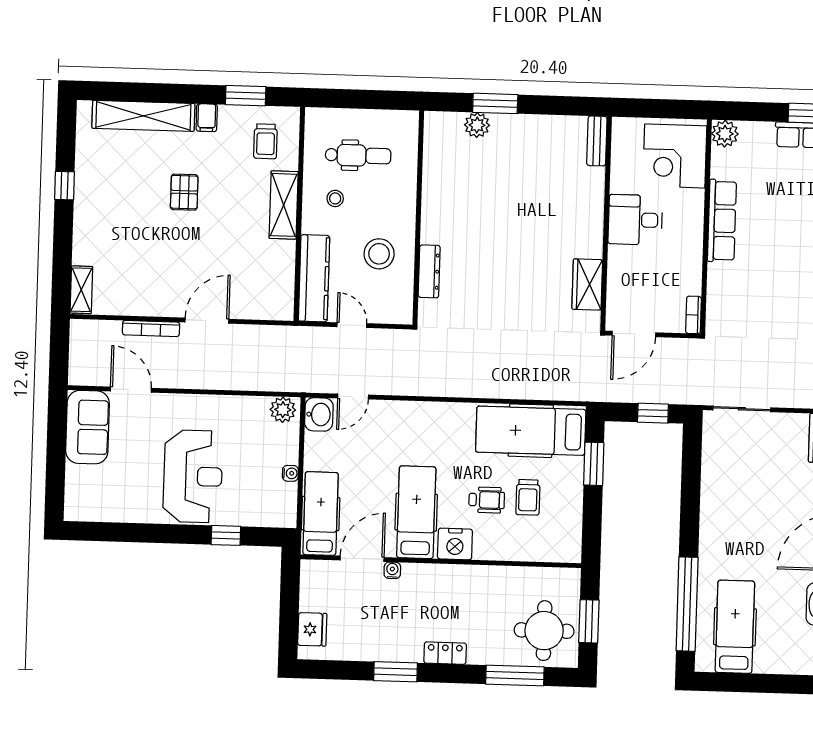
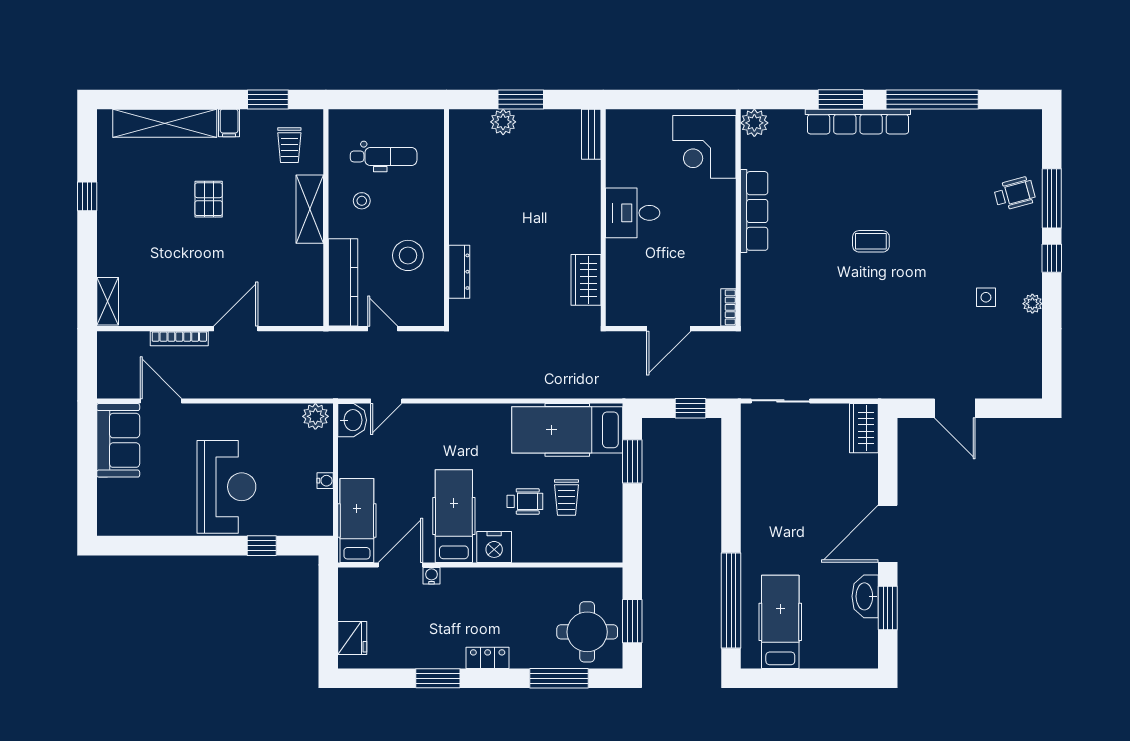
bench: (597, 141) -> (591, 134), moved
desk: (635, 220) -> (633, 213), moved
wall: (606, 224) -> (603, 218), moved
wardrobe: (587, 284) -> (586, 280), moved

